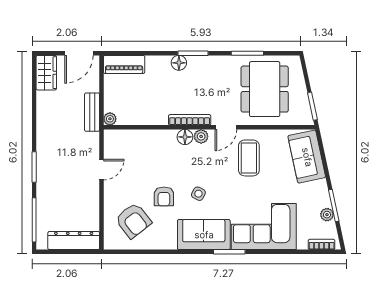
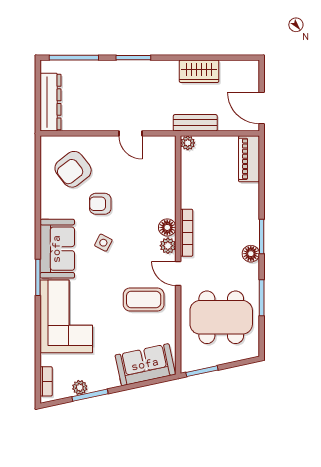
floor lamp: (179, 63) -> (251, 254), moved
wardrobe: (46, 73) -> (199, 71), moved

